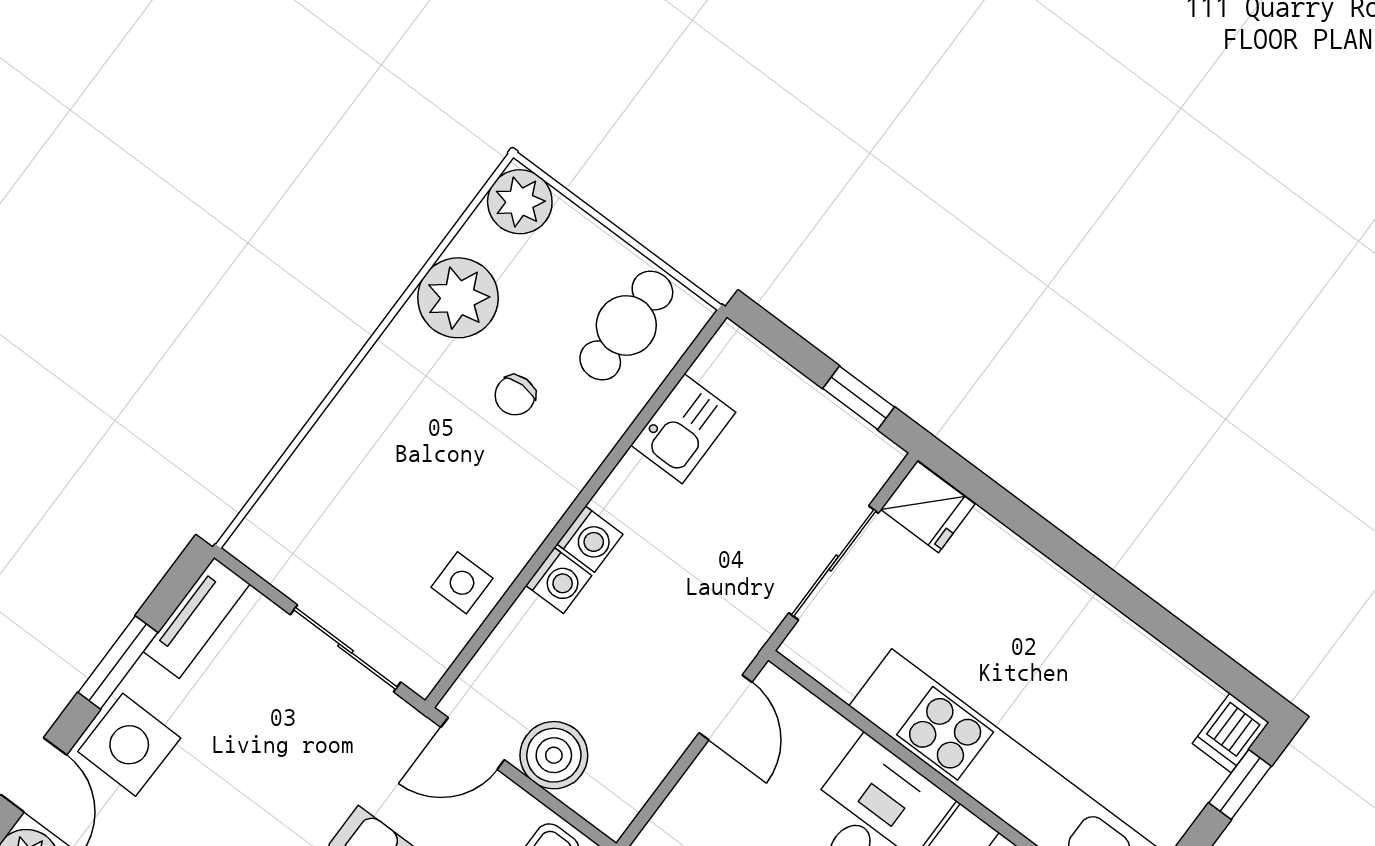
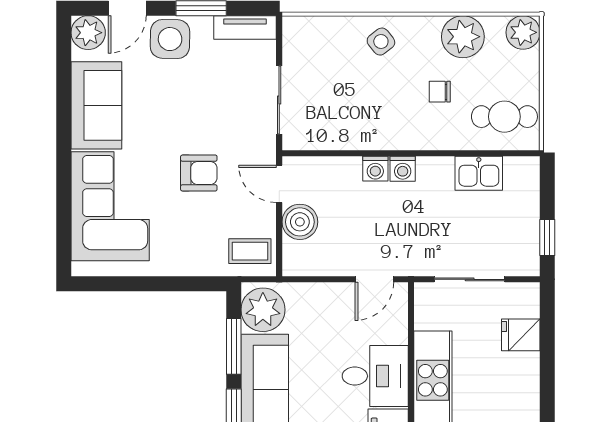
fridge: (928, 507) -> (521, 335), moved, turned 90
side table: (462, 583) -> (381, 42), moved, turned -38

